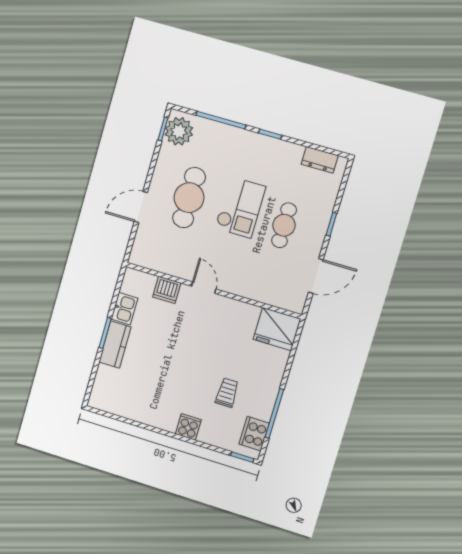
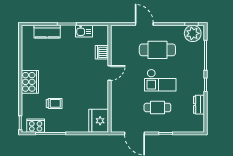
dresser: (320, 160) -> (199, 105), moved
kitchen counter: (115, 345) -> (47, 32), moved
cooker: (188, 427) -> (30, 82), width x1.87, depth x1.31

